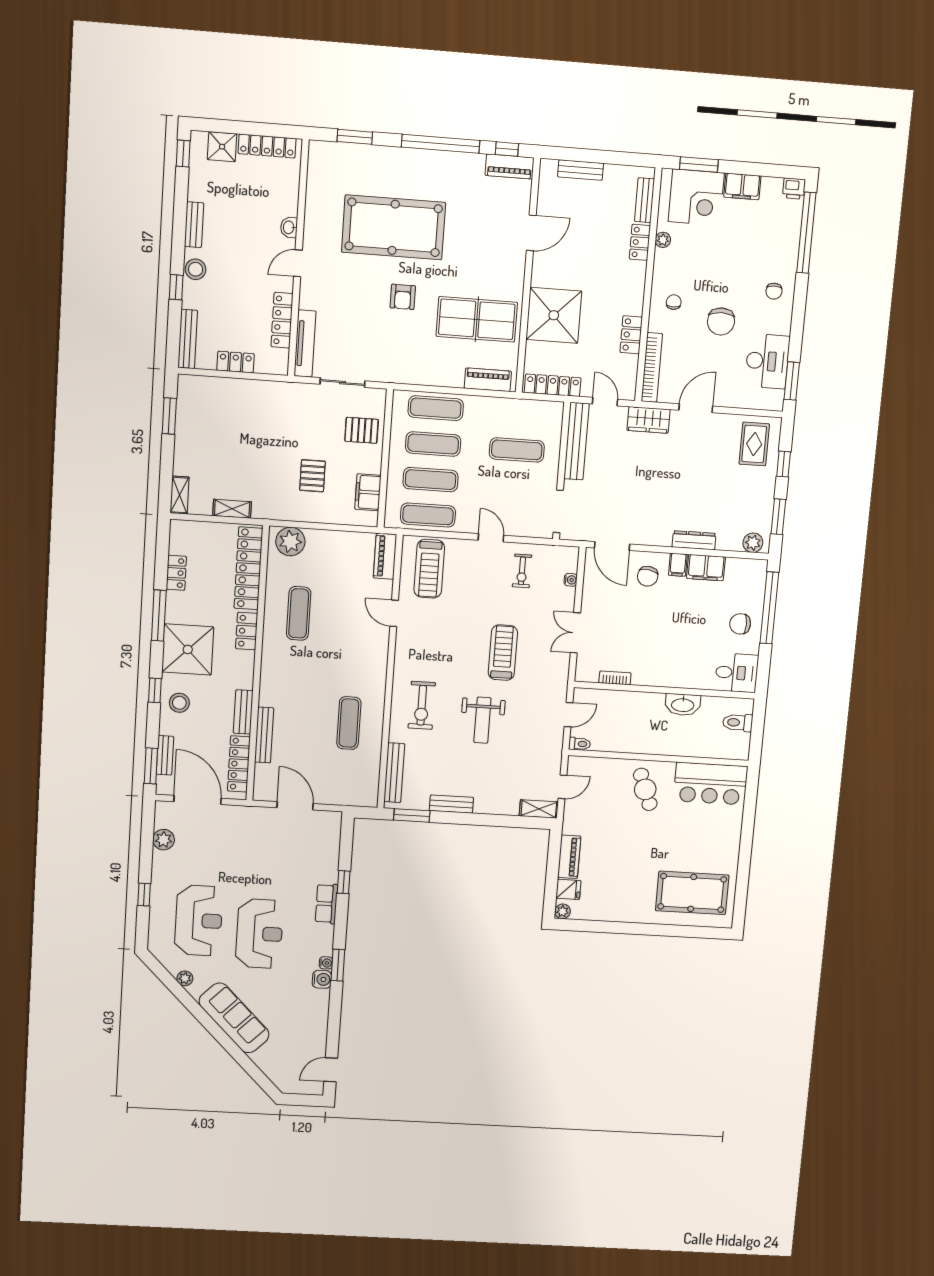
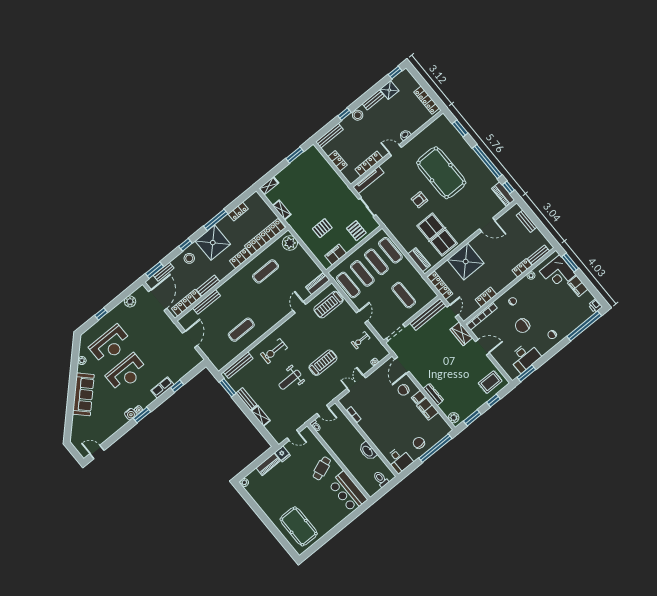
shower: (222, 147) -> (389, 90), moved
shelving: (539, 809) -> (261, 416), moved
fridge: (568, 889) -> (282, 454), moved

